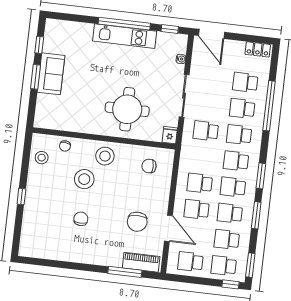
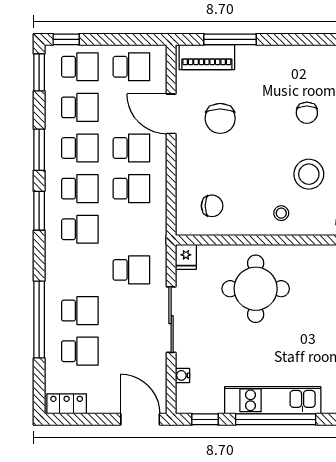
school desk: (239, 135) -> (80, 270), removed
stool: (105, 156) -> (281, 213), width x0.53, depth x0.53
chair: (137, 222) -> (220, 118), turned 180

